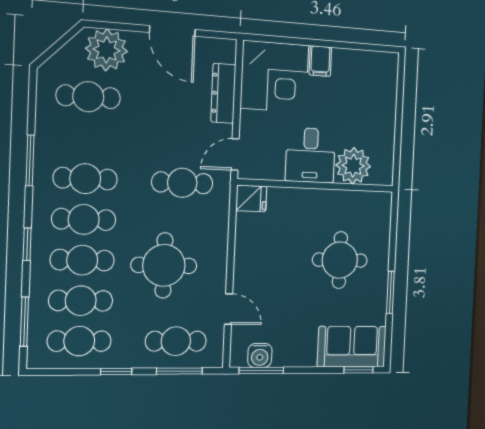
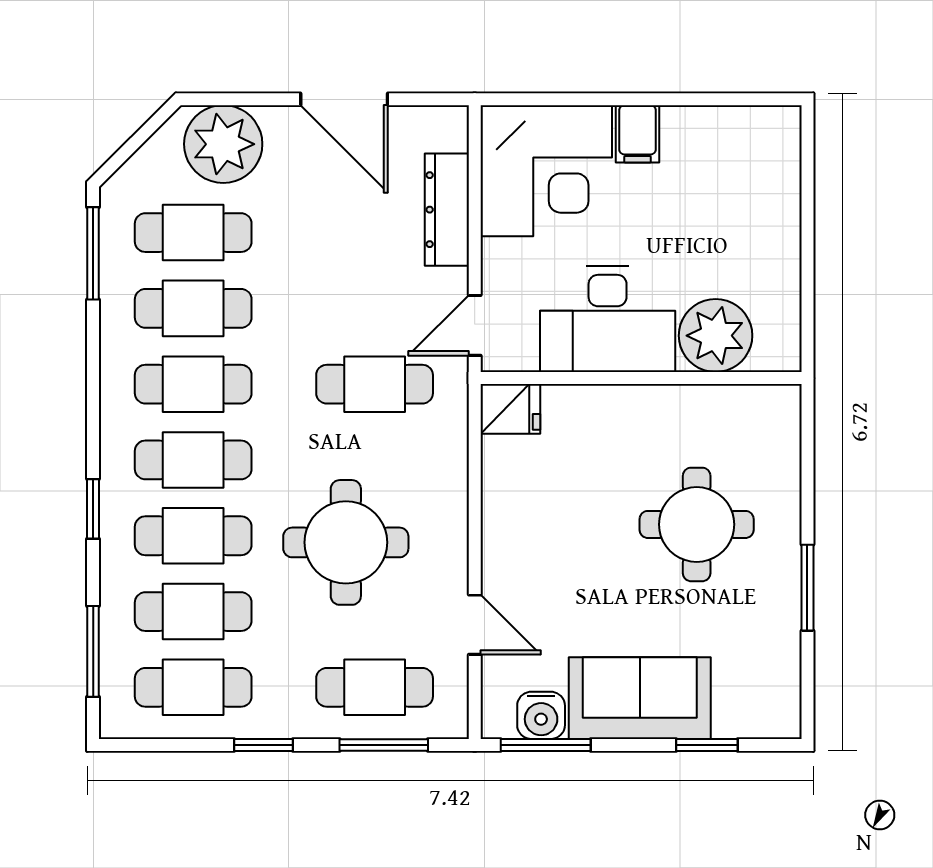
cafe table: (87, 138) -> (193, 308), added
desk: (310, 155) -> (608, 319), width x1.37
window: (30, 160) -> (93, 253), moved
sofa: (352, 347) -> (640, 698), moved
window: (359, 370) -> (707, 745), moved

